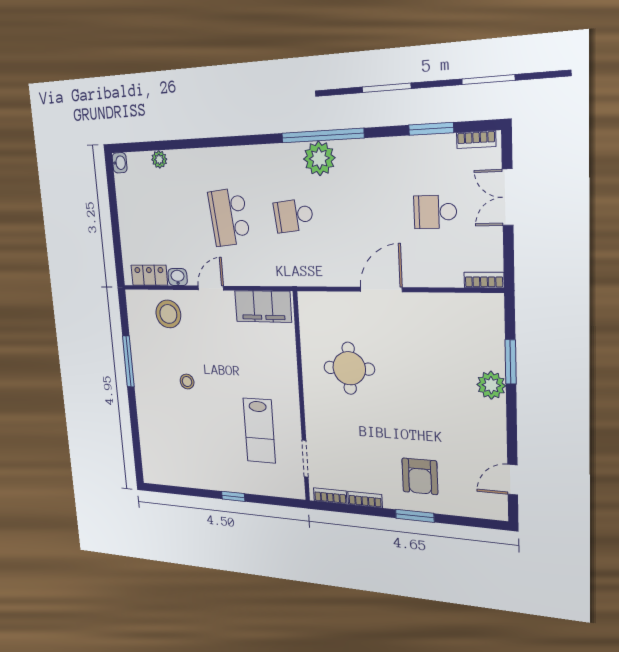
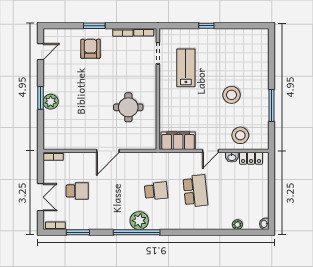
window: (511, 362) -> (40, 98), moved
stool: (187, 382) -> (232, 95), width x1.89, depth x1.89

